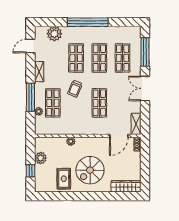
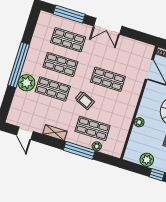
plant: (54, 34) -> (26, 83), moved
shelving: (136, 124) -> (142, 47), removed

